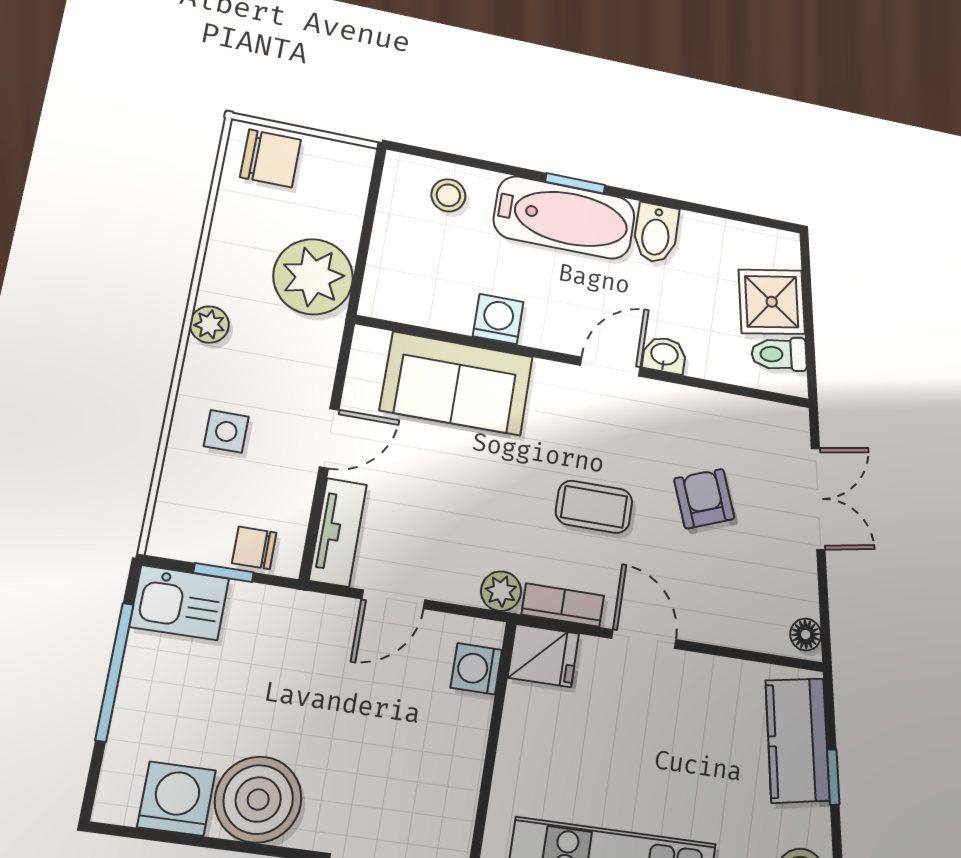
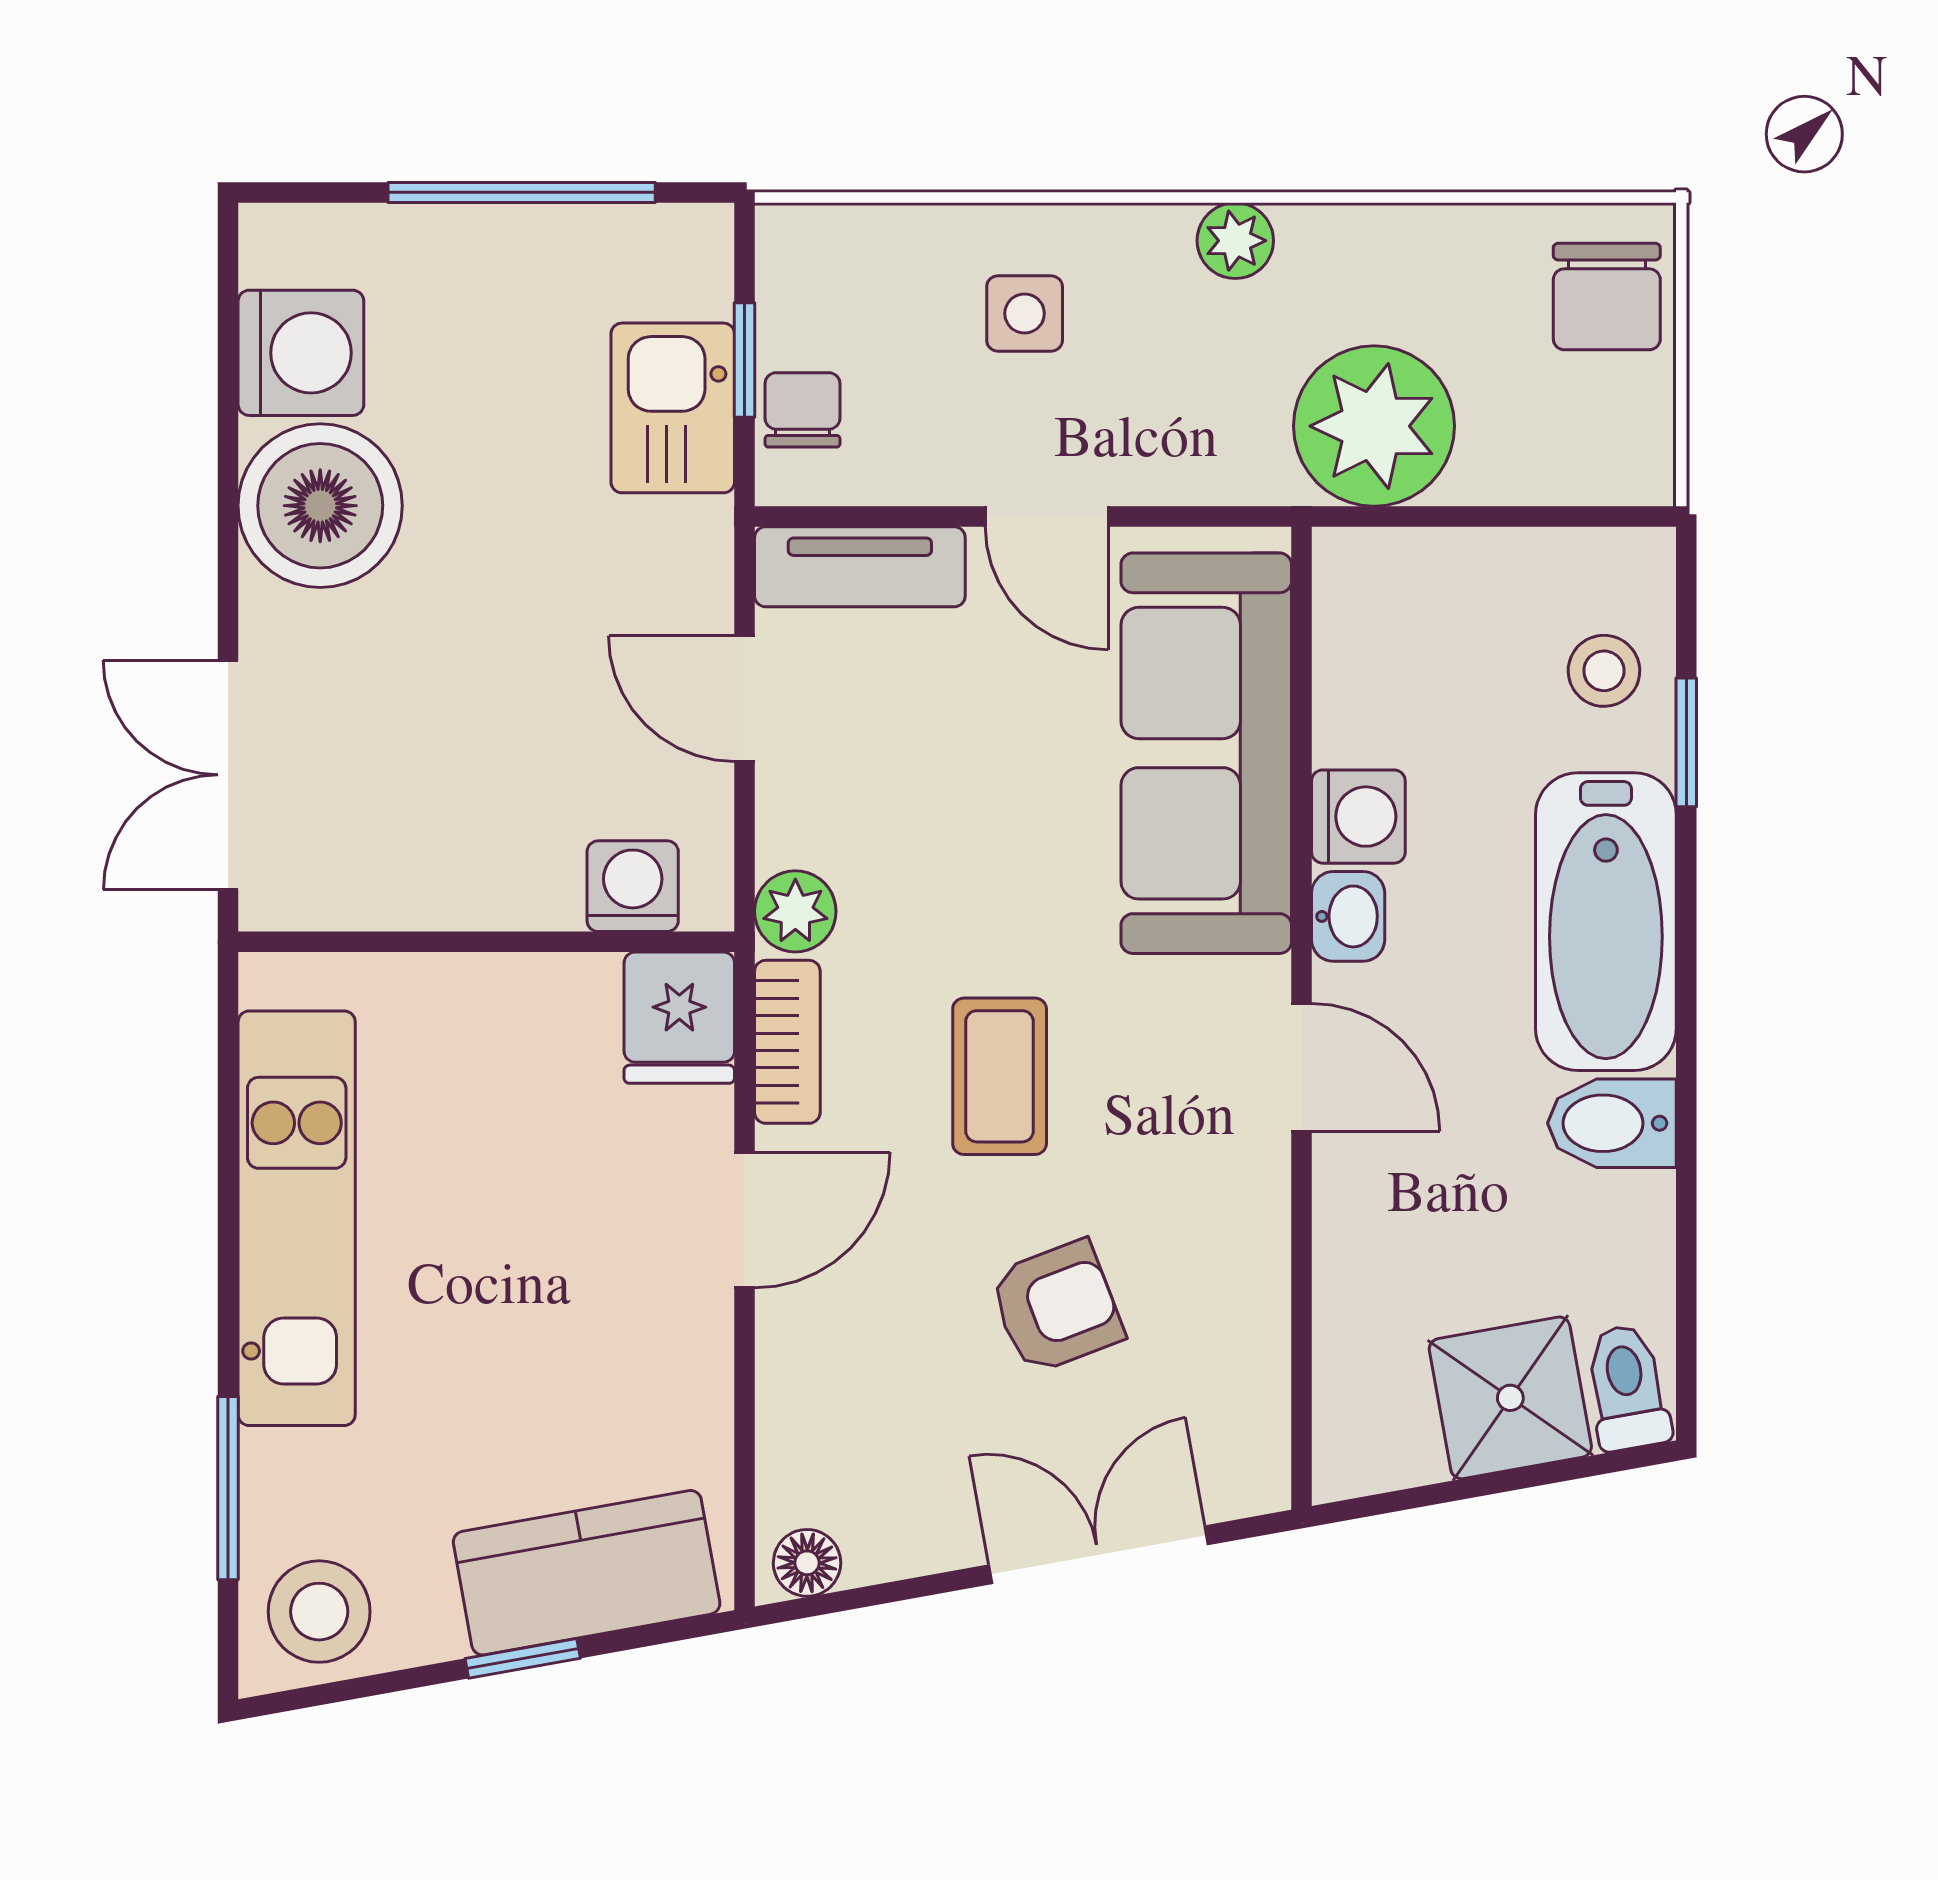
window: (575, 183) -> (1686, 742), moved
toilet: (779, 354) -> (1627, 1388), moved
washbasin: (664, 355) -> (1348, 916), moved
sofa: (457, 383) -> (1206, 753), width x1.36
double door: (818, 499) -> (1098, 1555), swing flipped
kitchen sink: (179, 603) -> (673, 408), moved

